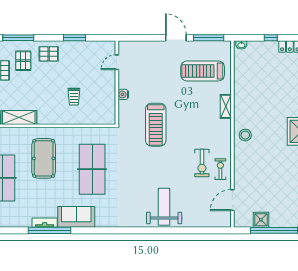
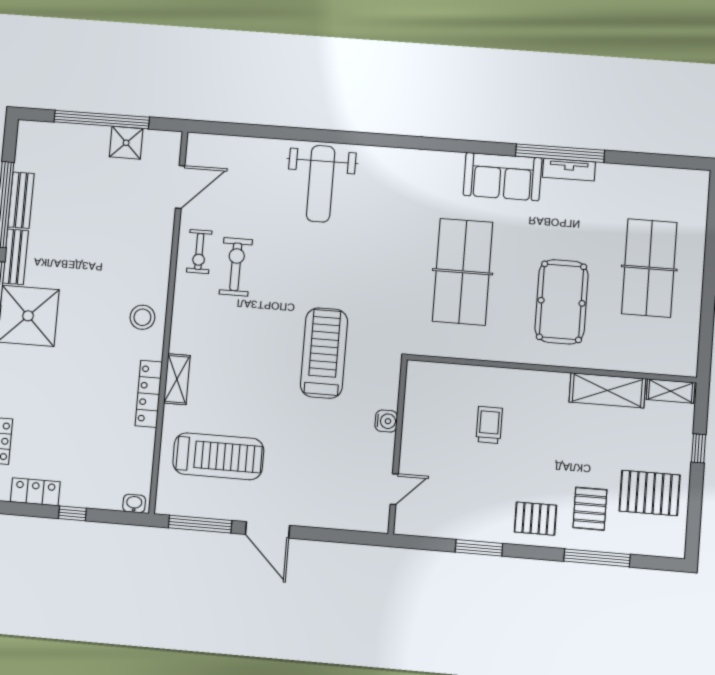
locker: (239, 98) -> (149, 394), added

